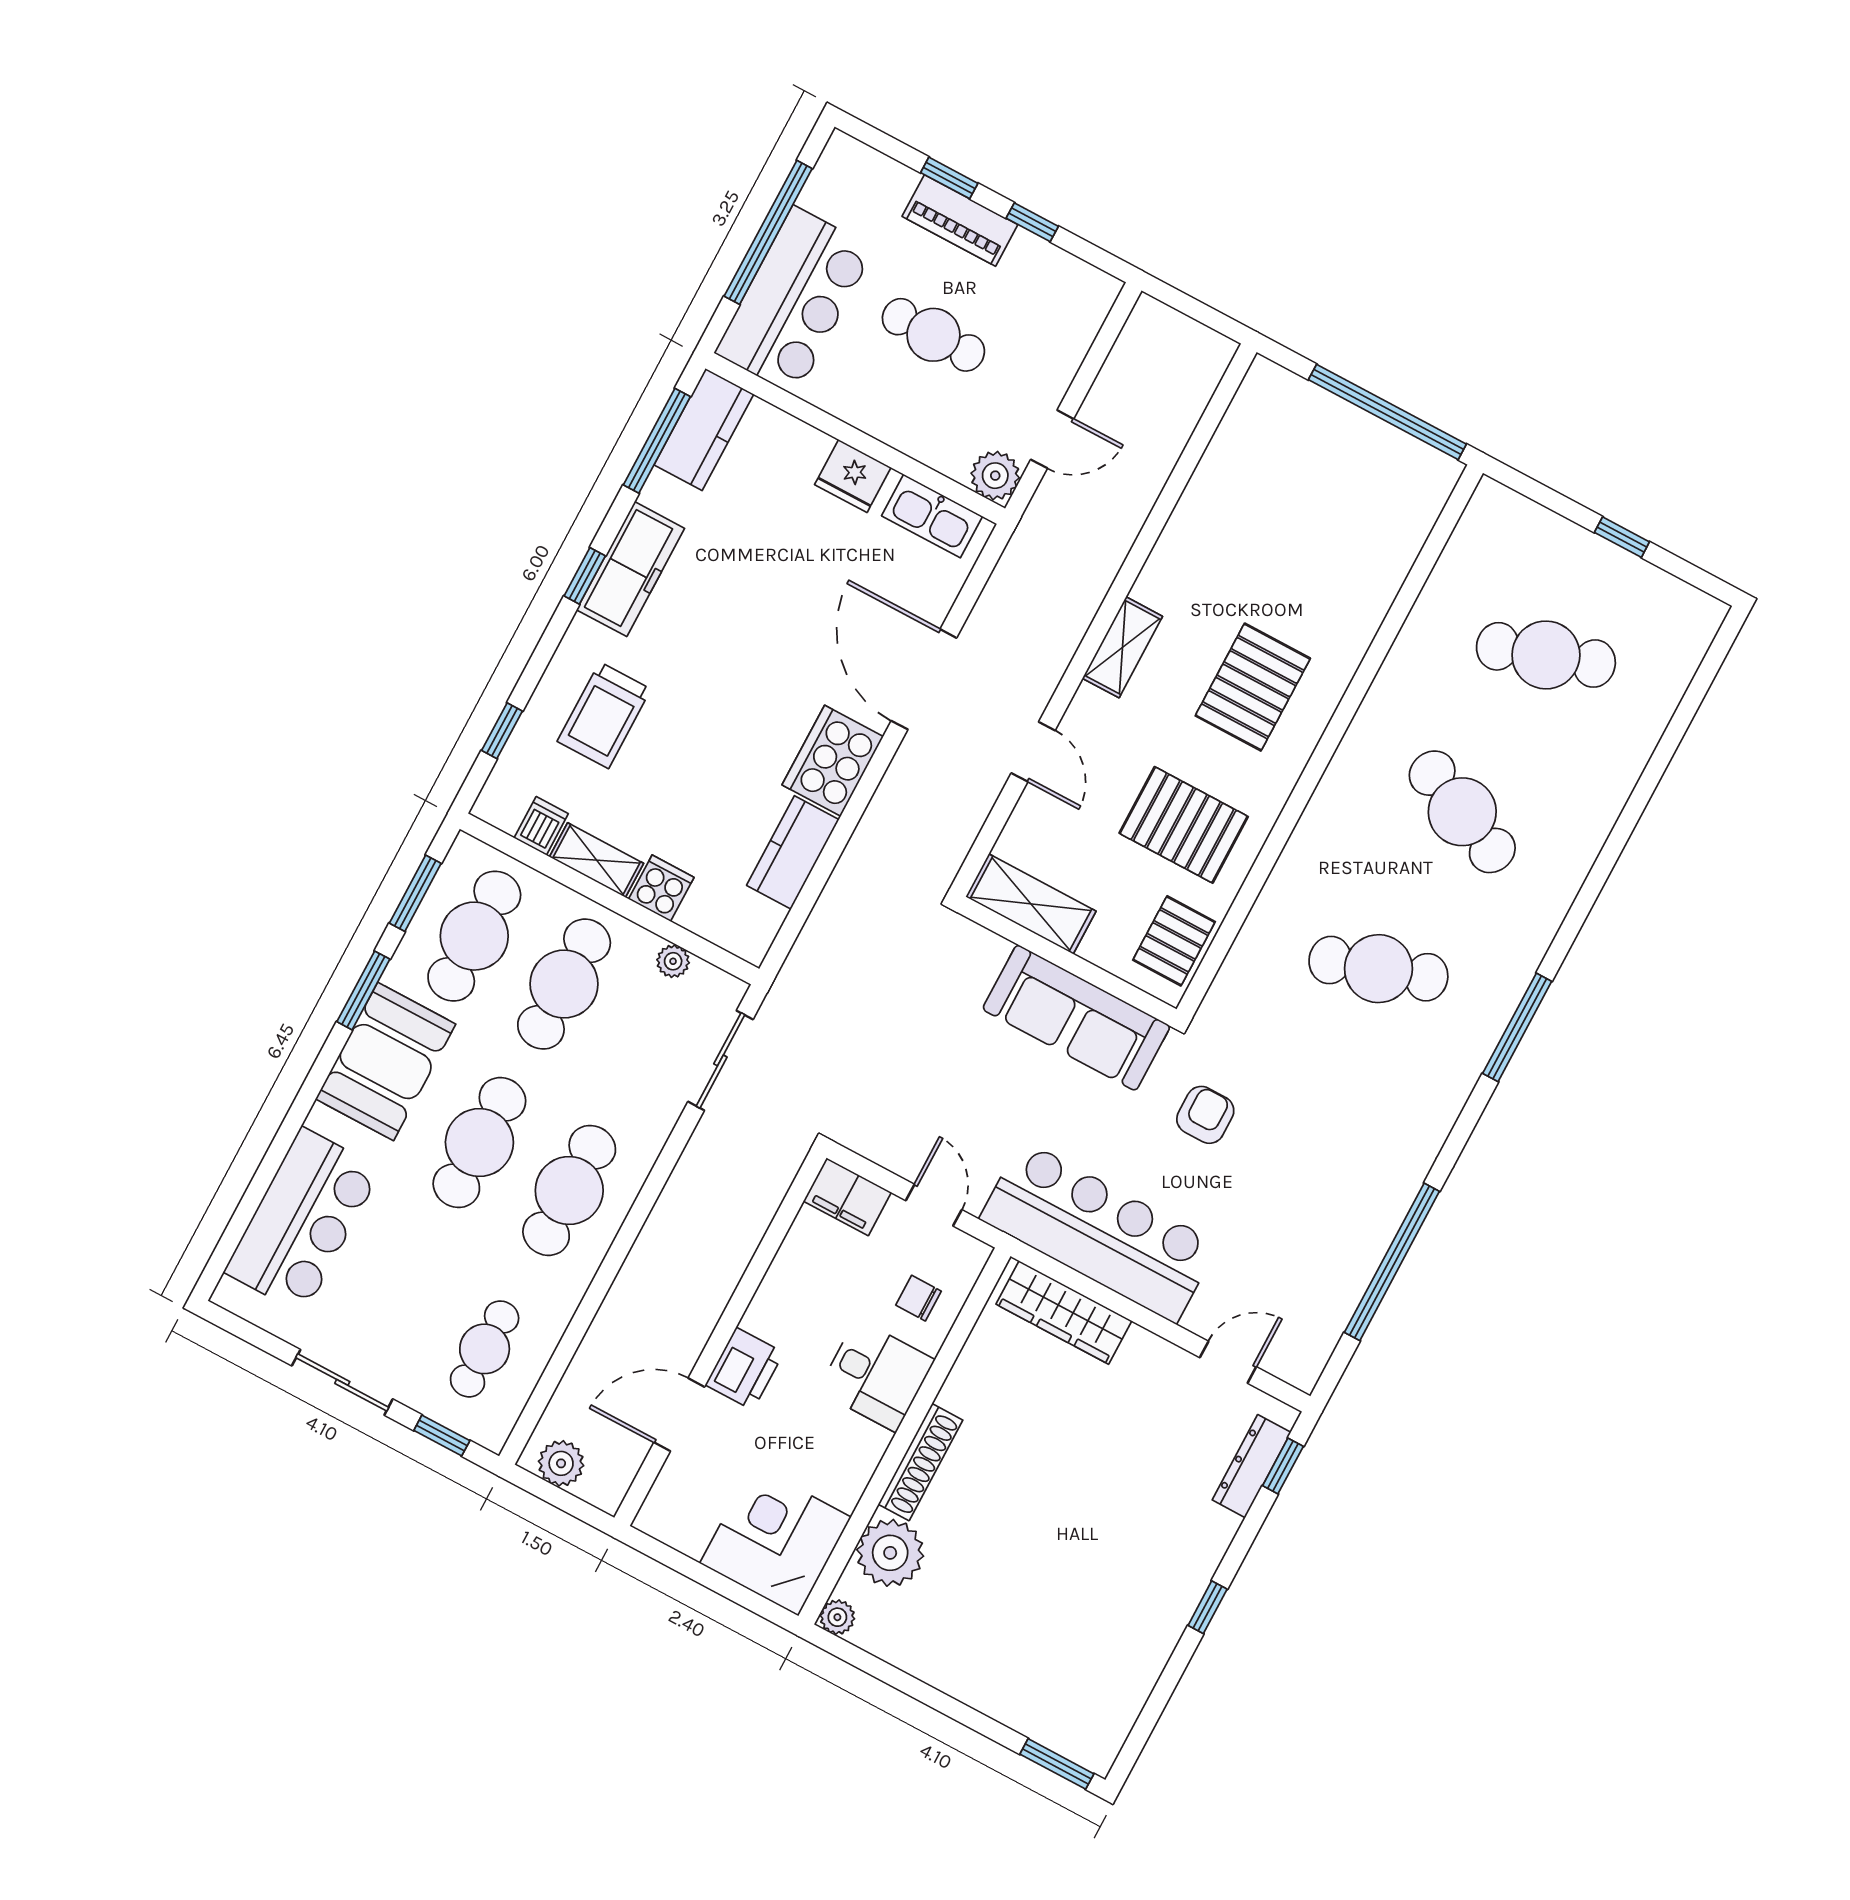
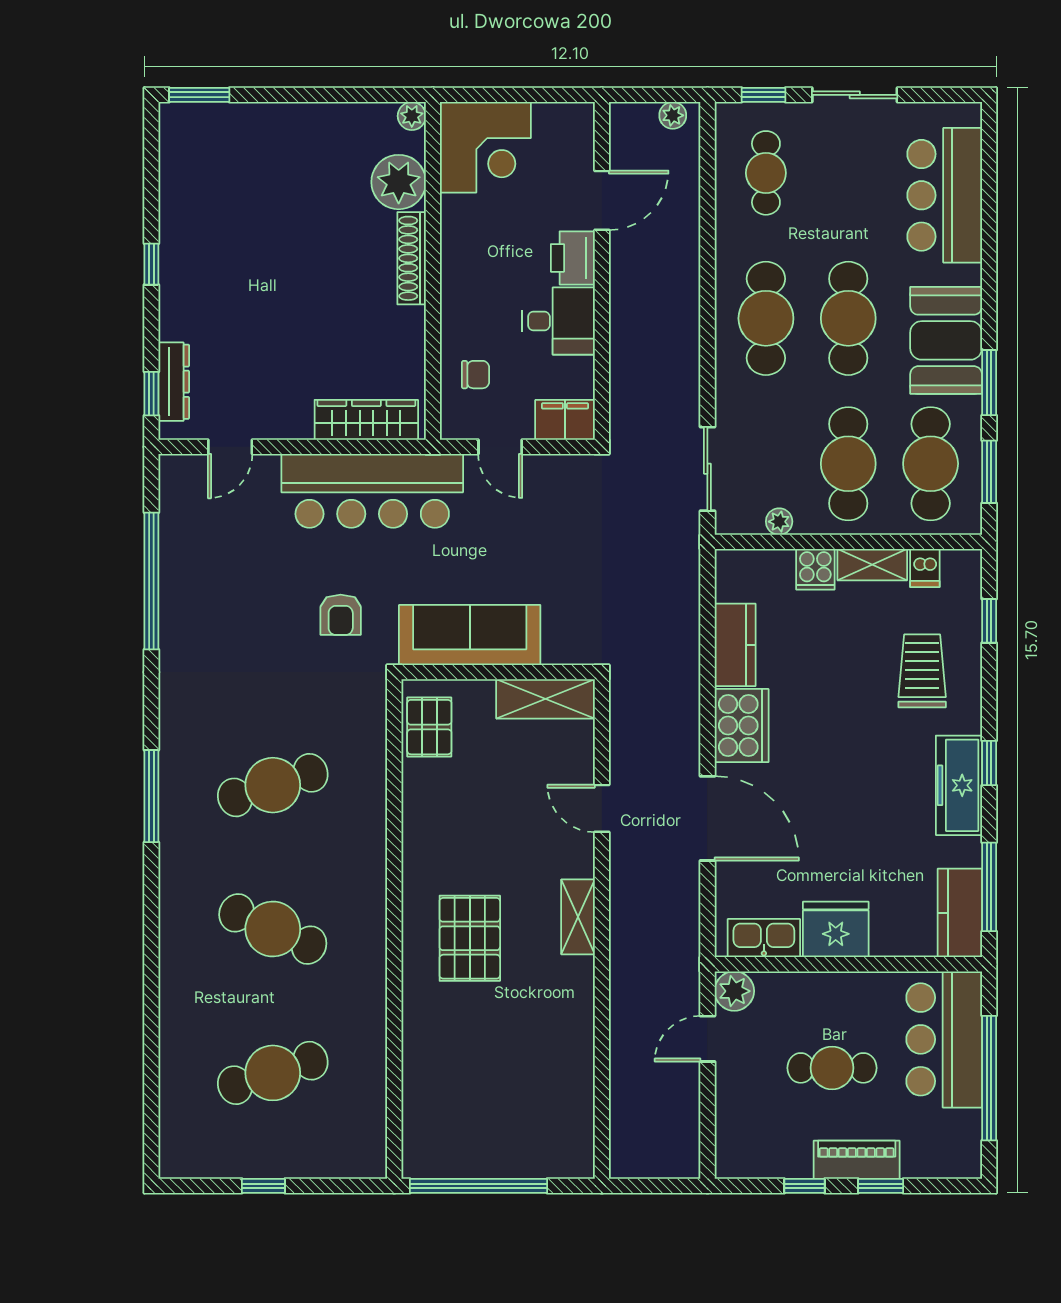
fridge: (853, 476) -> (836, 929), width x1.36, depth x1.34
pallet: (1184, 825) -> (467, 813), removed
desk: (876, 1375) -> (559, 321), moved, turned 180
plant: (561, 1463) -> (673, 115), width x0.73, depth x0.73

